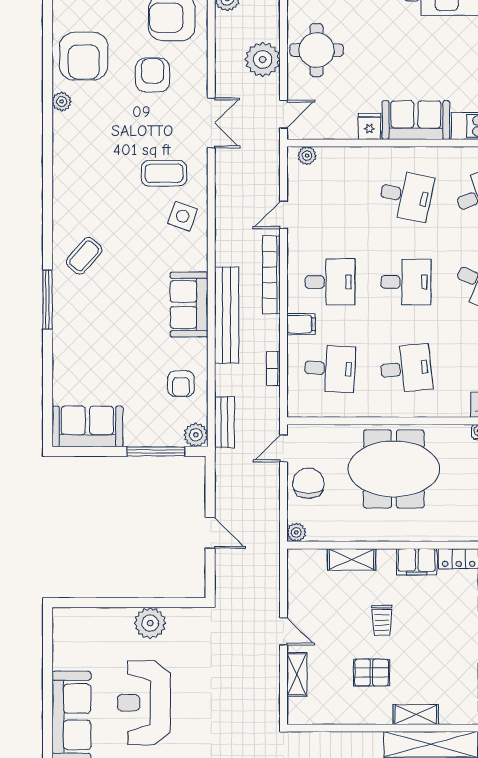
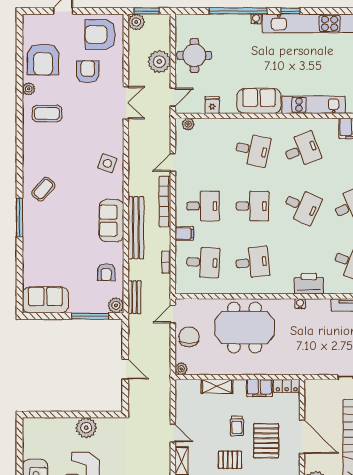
fridge: (369, 127) -> (212, 105), moved
coffee table: (164, 173) -> (47, 113), moved
pallet: (427, 643) -> (266, 441), added

